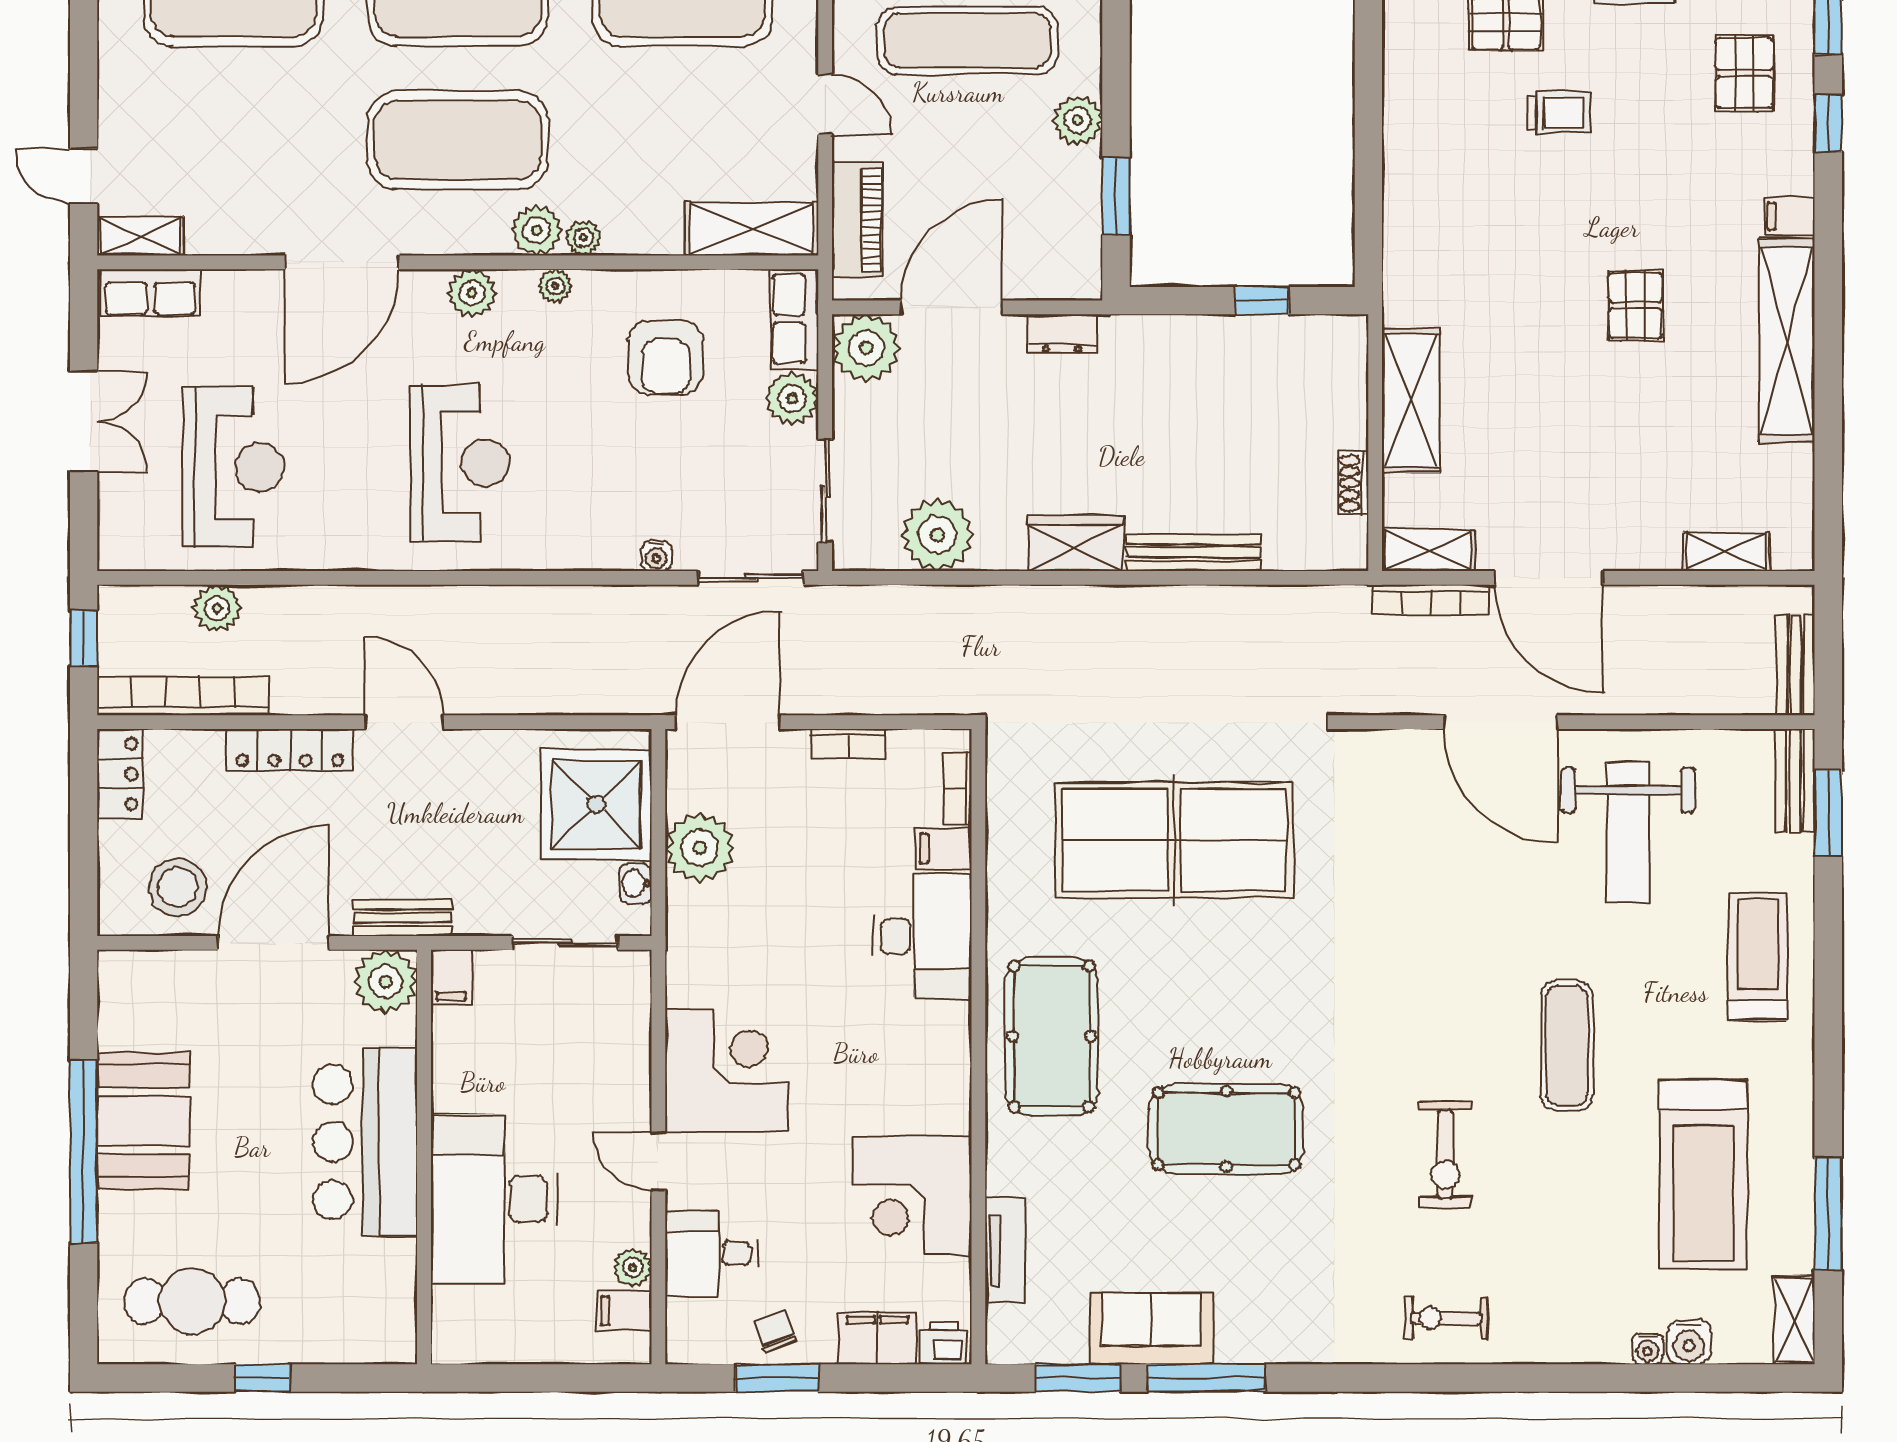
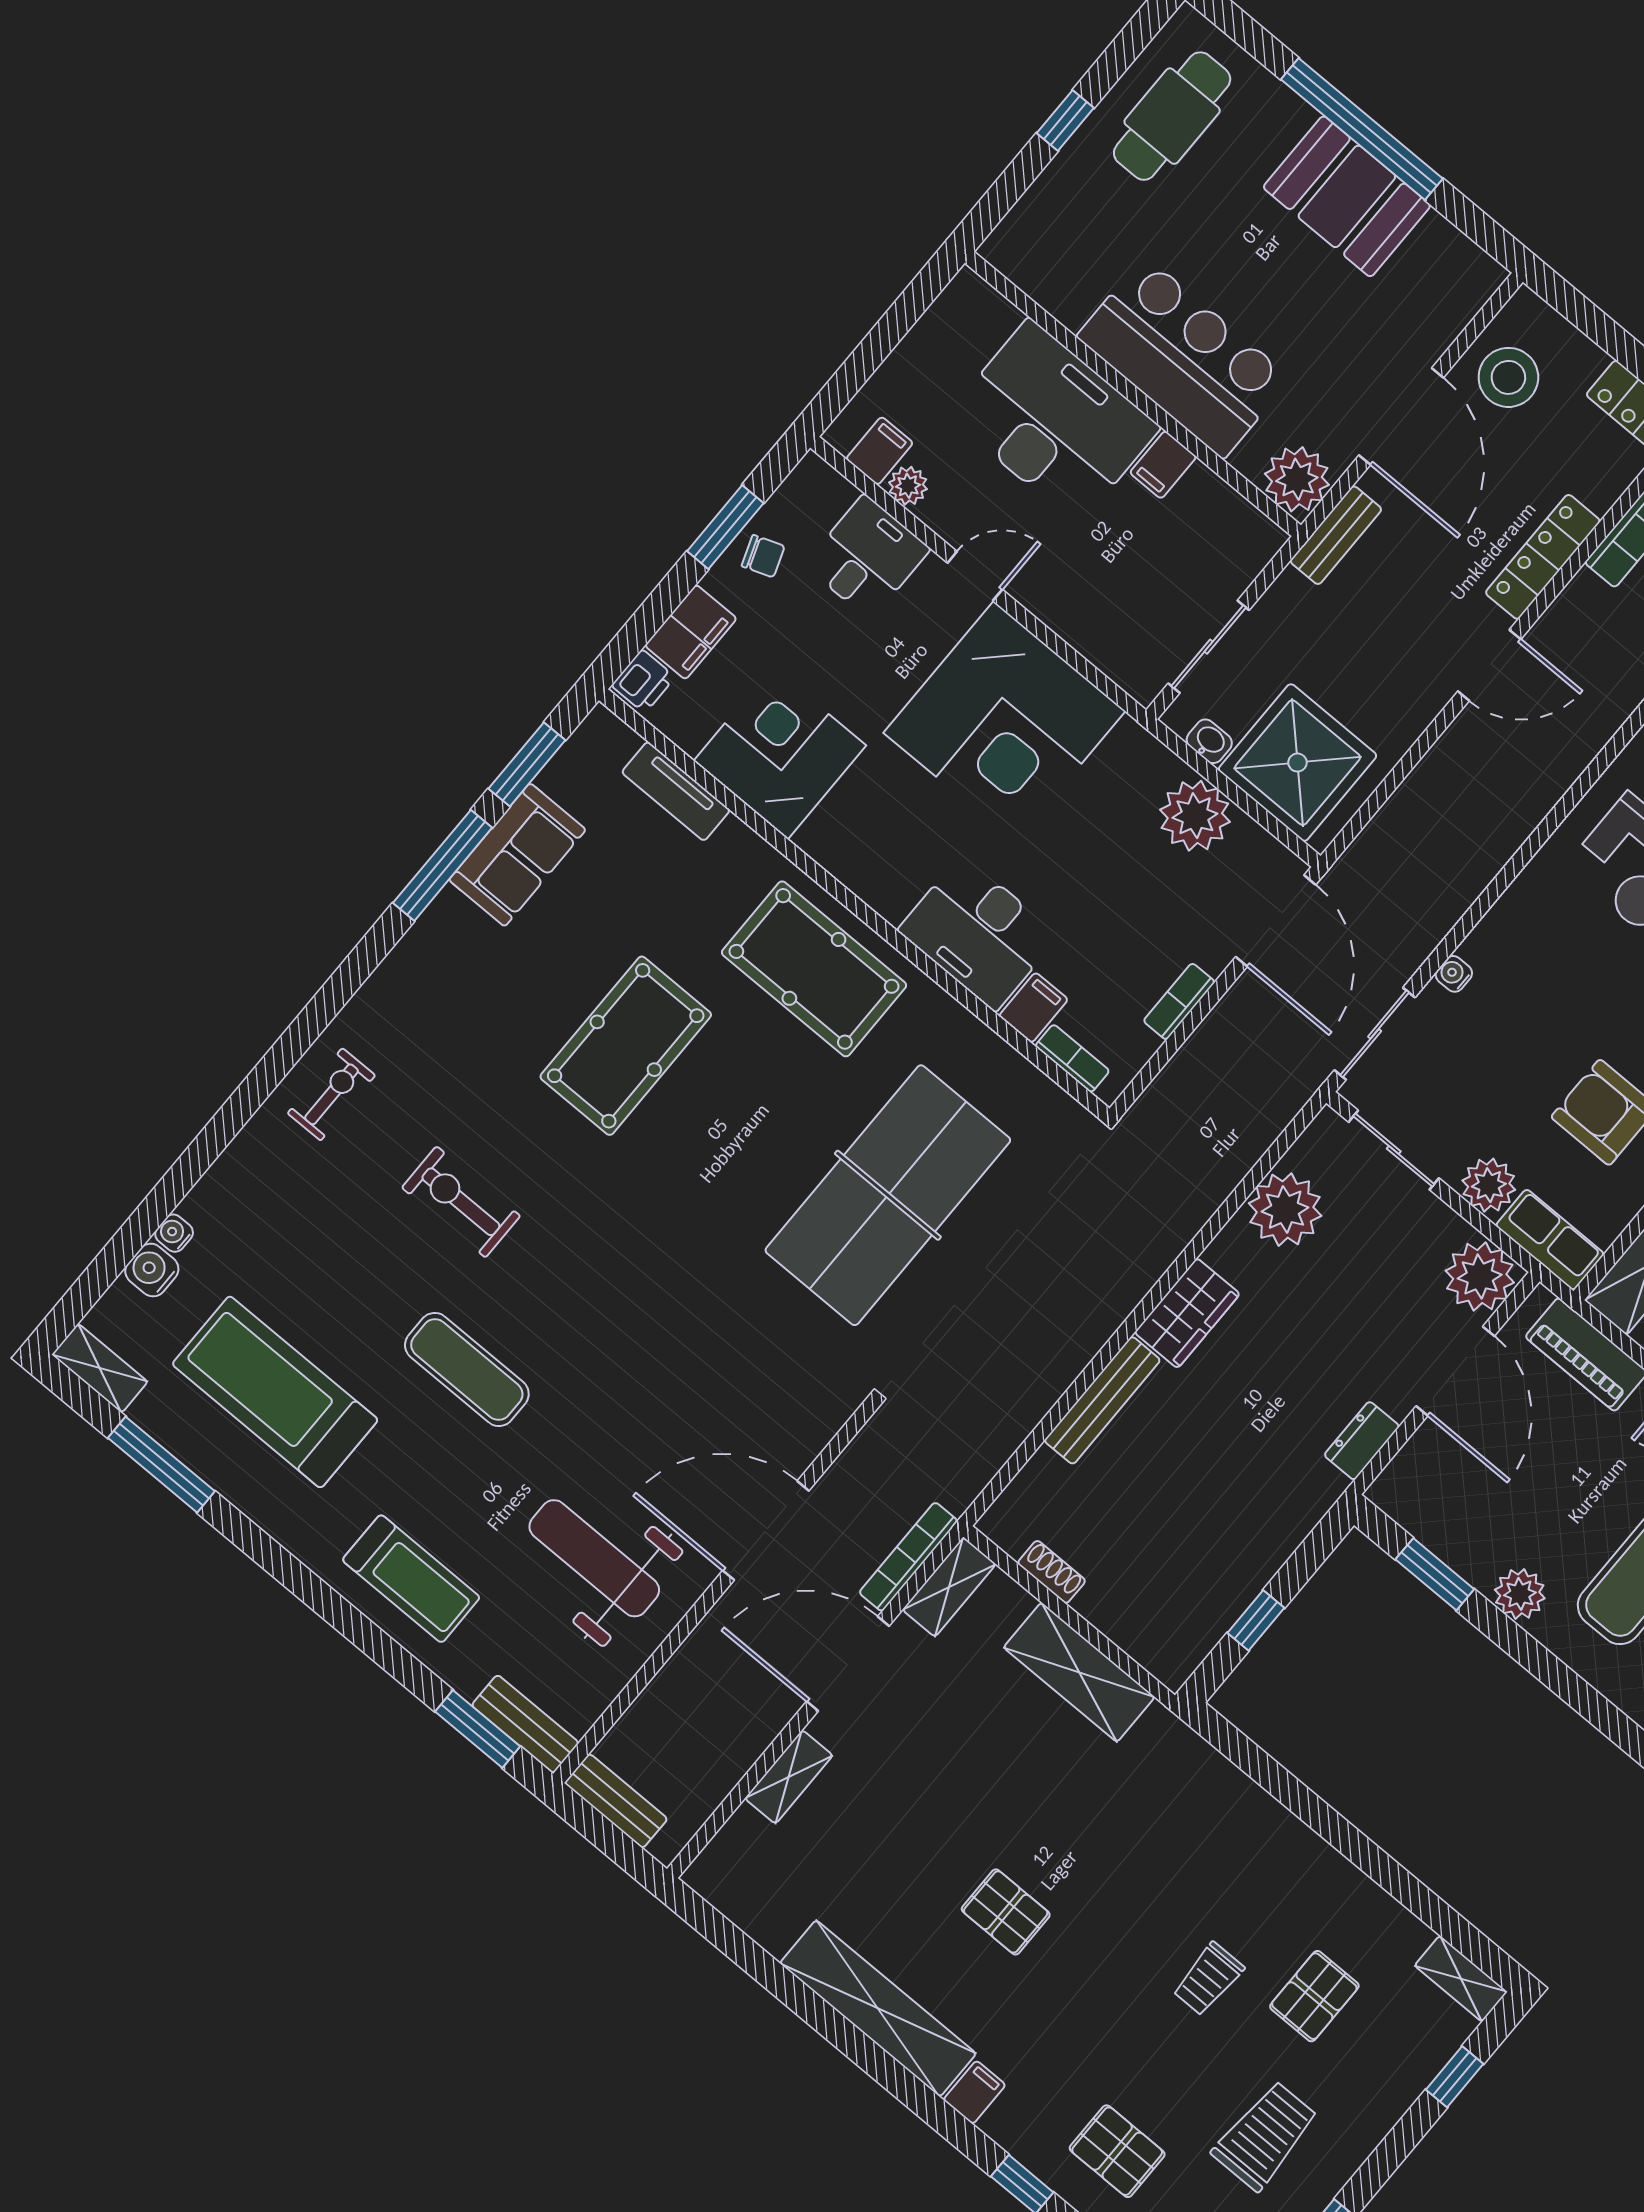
shelving: (1726, 551) -> (789, 1777), moved
filing cabinet: (451, 977) -> (1163, 465), moved, turned -90
corner desk: (727, 1071) -> (1004, 722), width x1.36, depth x1.36

